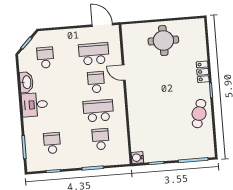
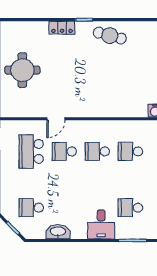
desk: (35, 105) -> (101, 224), moved
school desk: (98, 111) -> (97, 151), width x0.54

